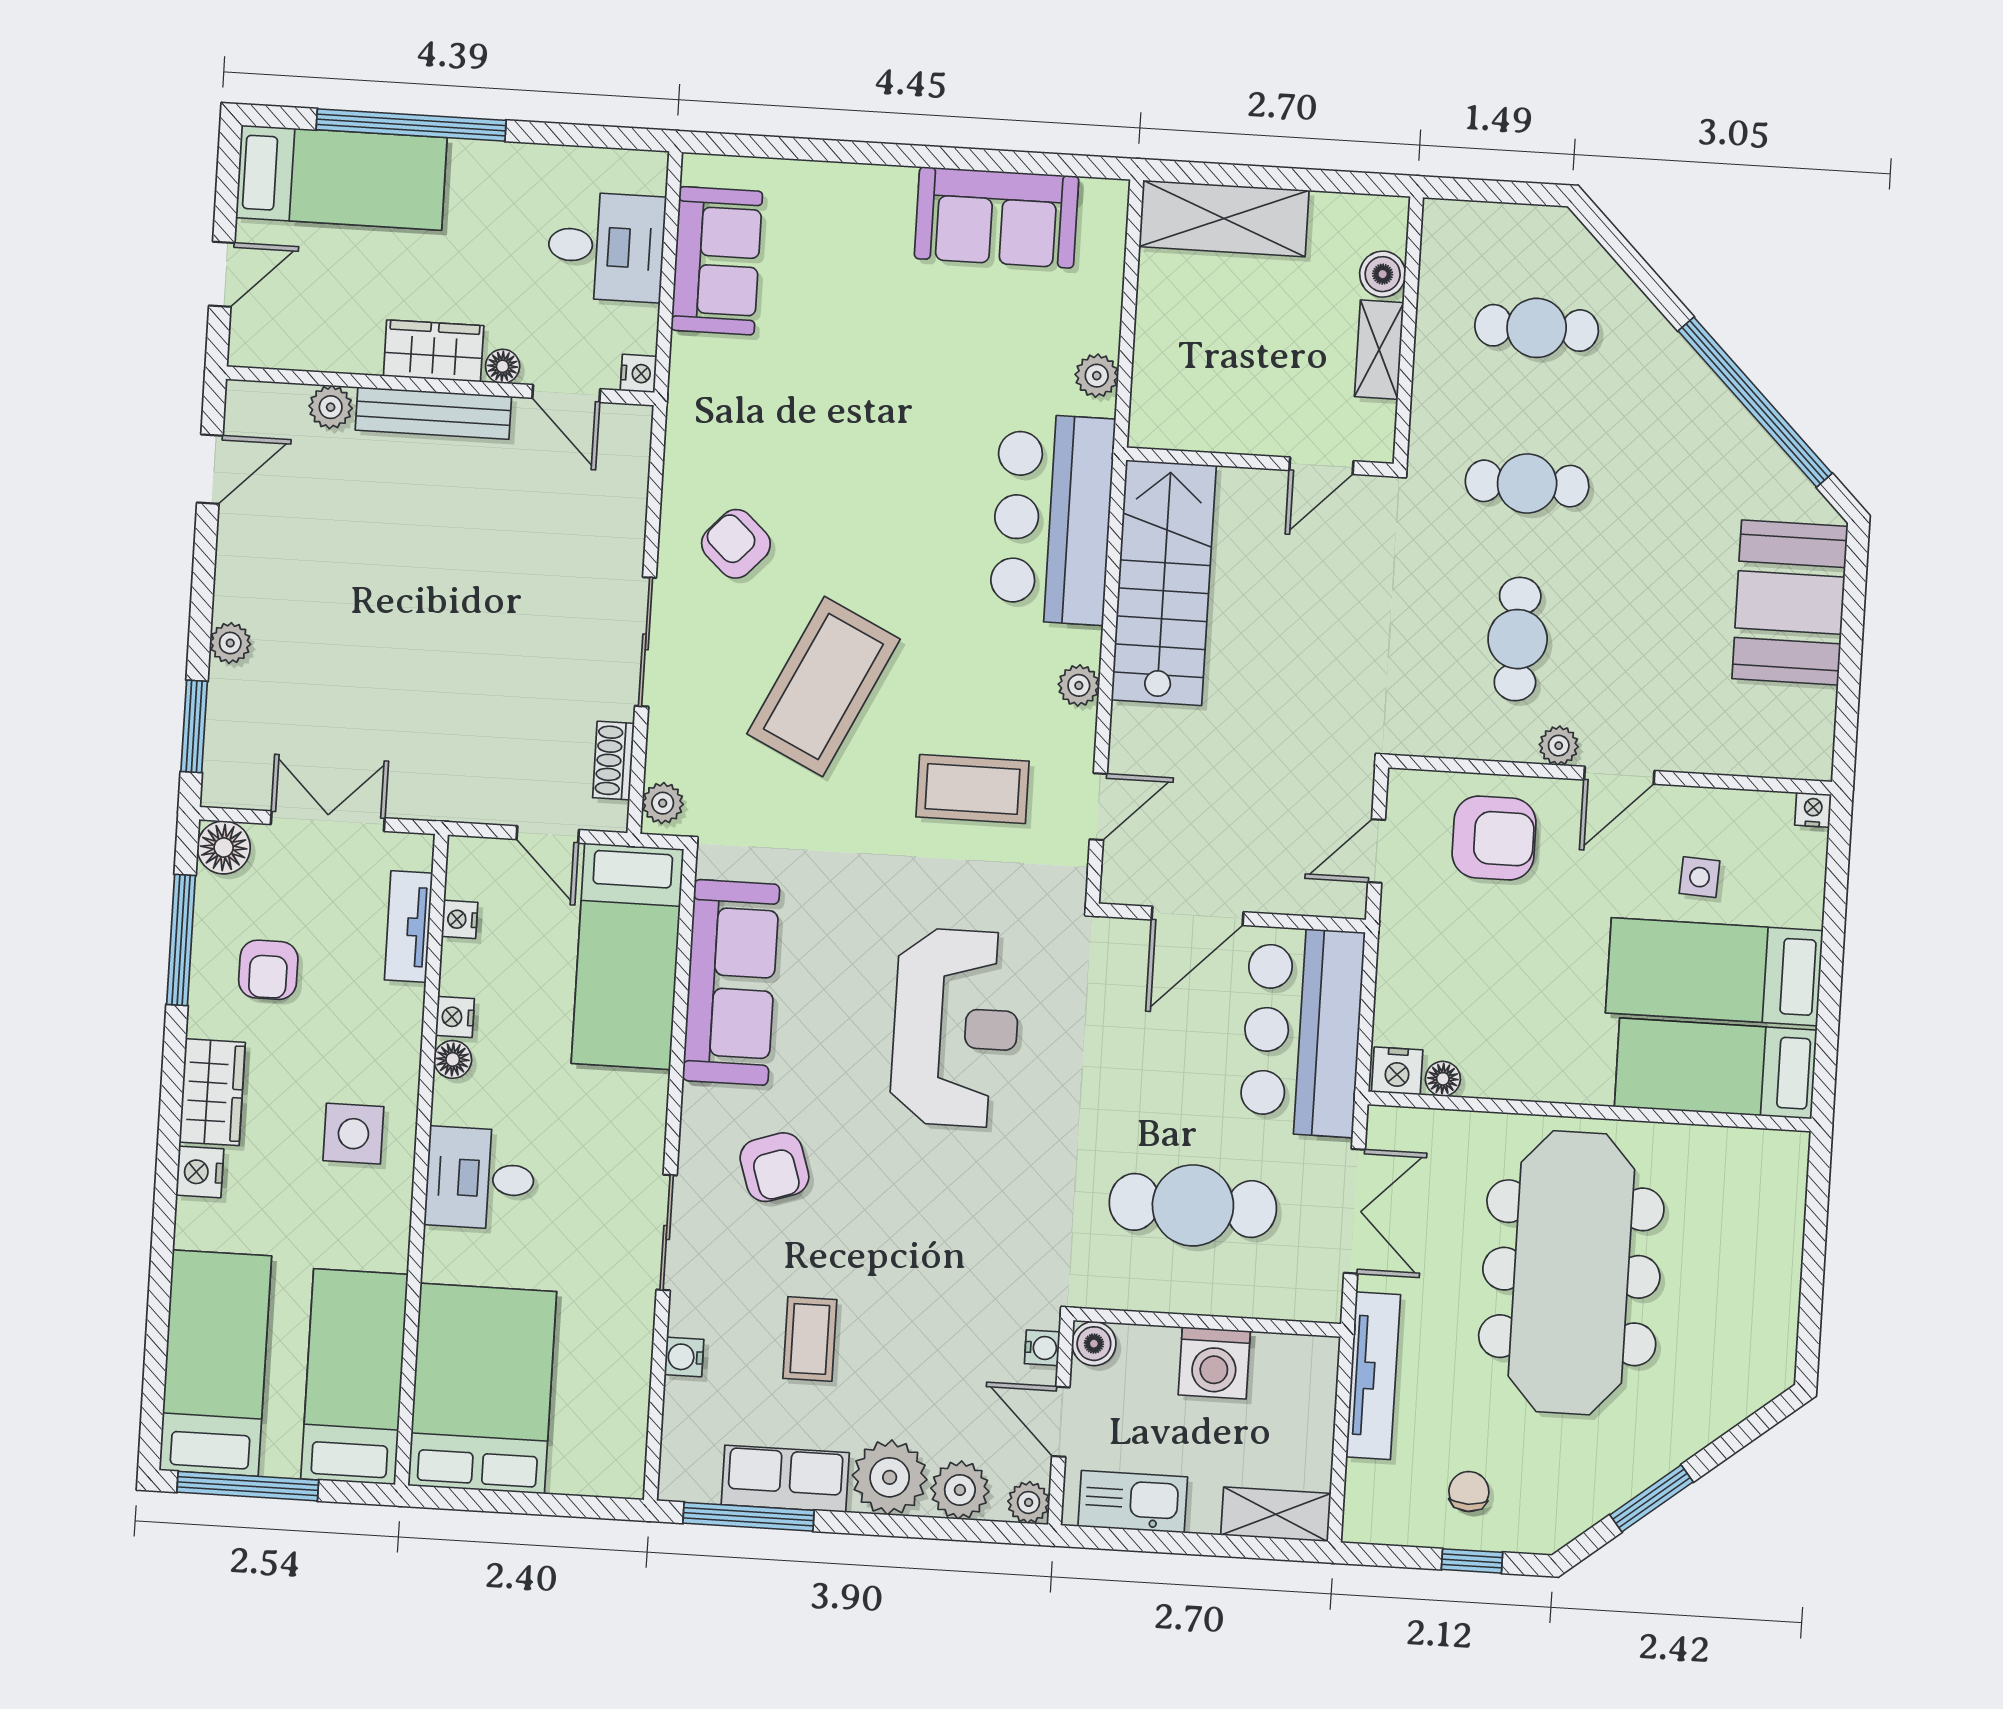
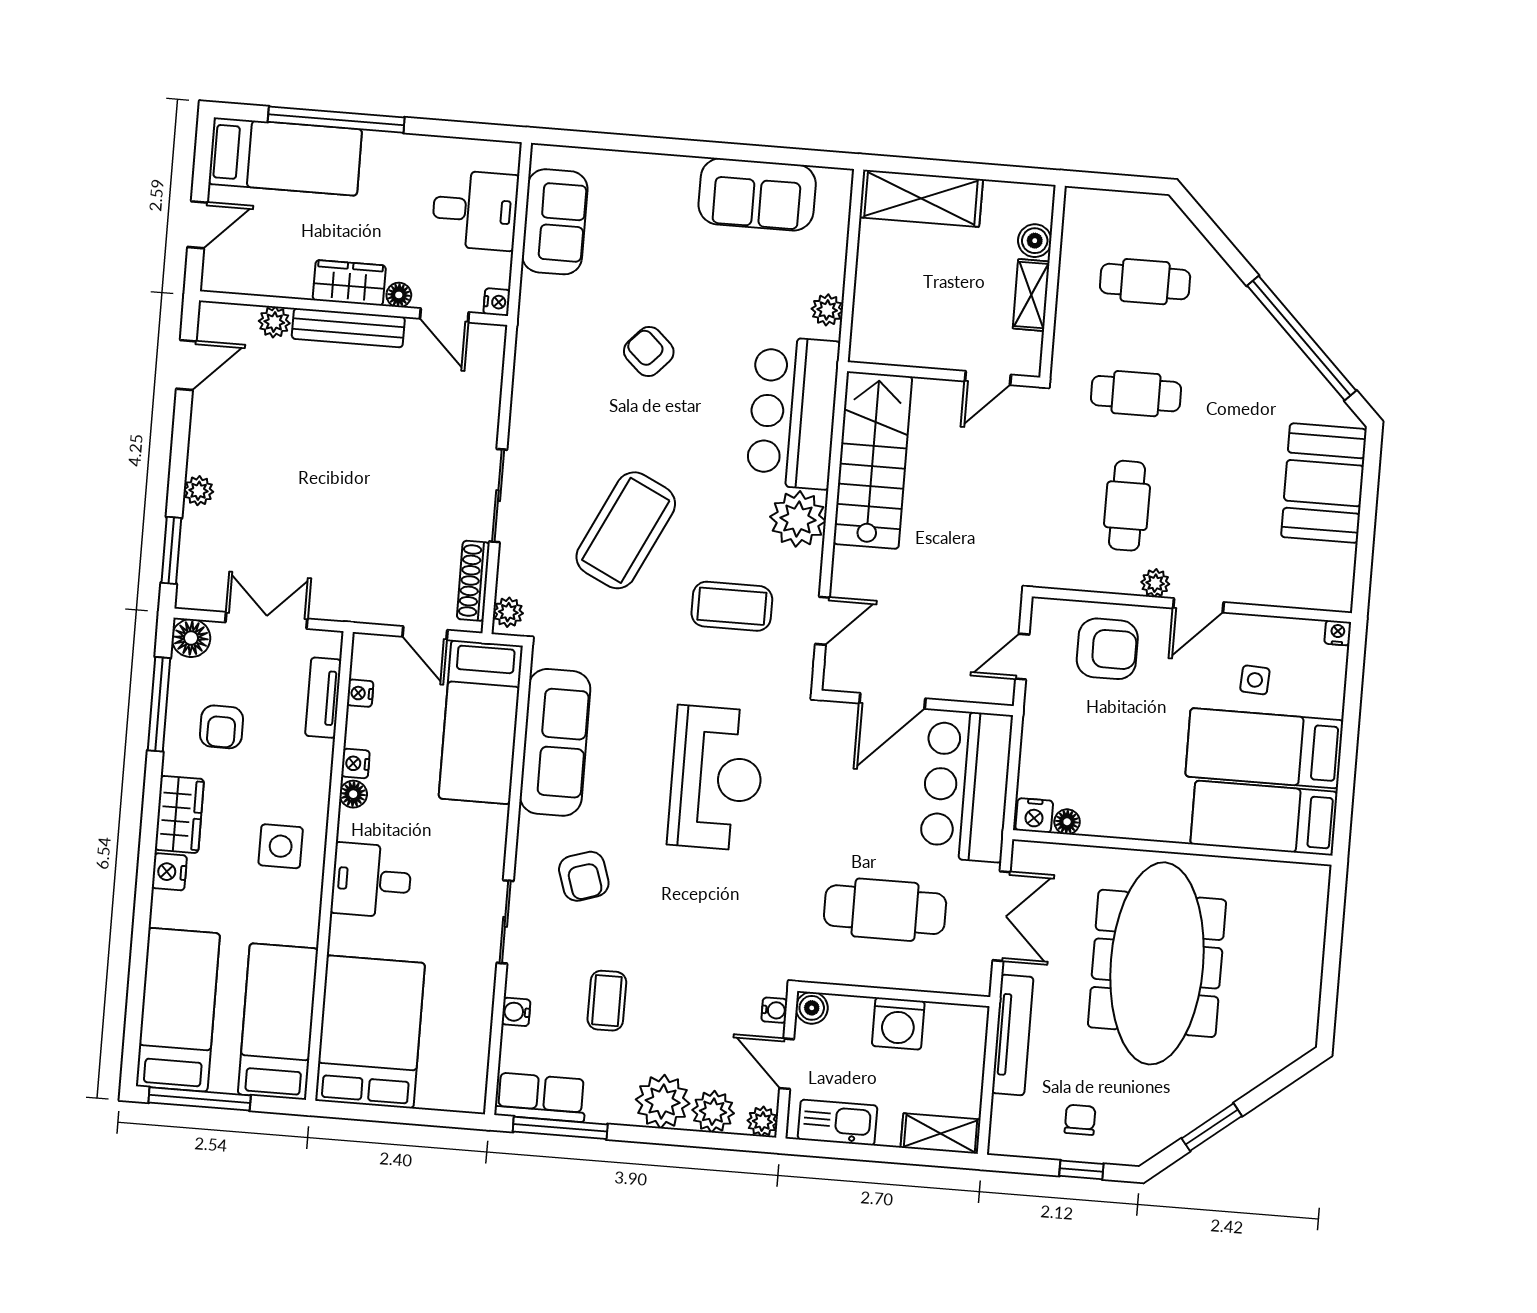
armchair: (736, 544) -> (649, 351), moved
plant: (1079, 685) -> (798, 519), width x1.88, depth x1.88
shoe rack: (613, 761) -> (473, 581), width x1.43
row of seats: (785, 1479) -> (541, 1097), moved

